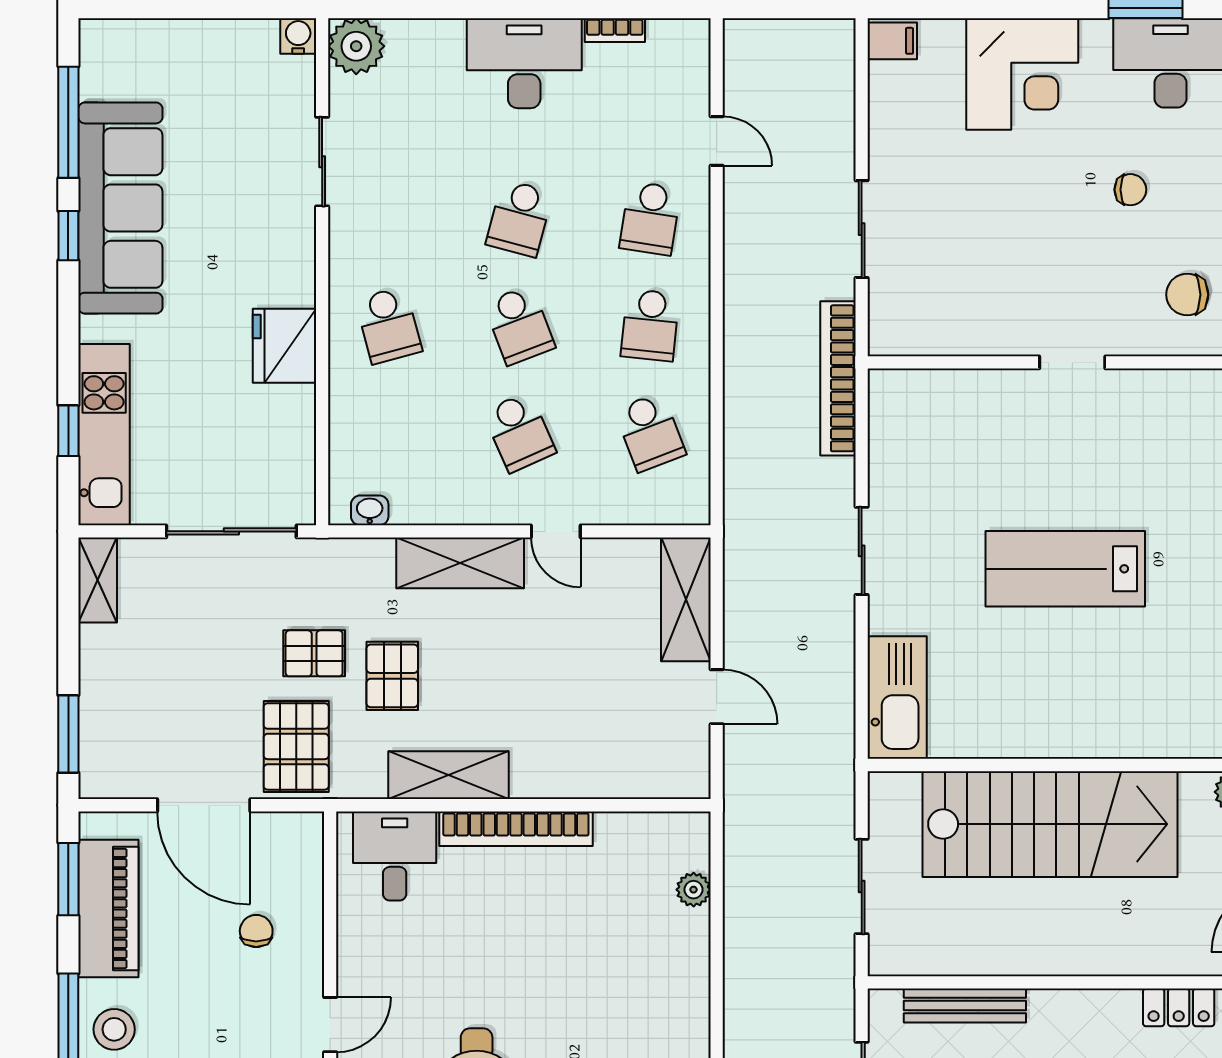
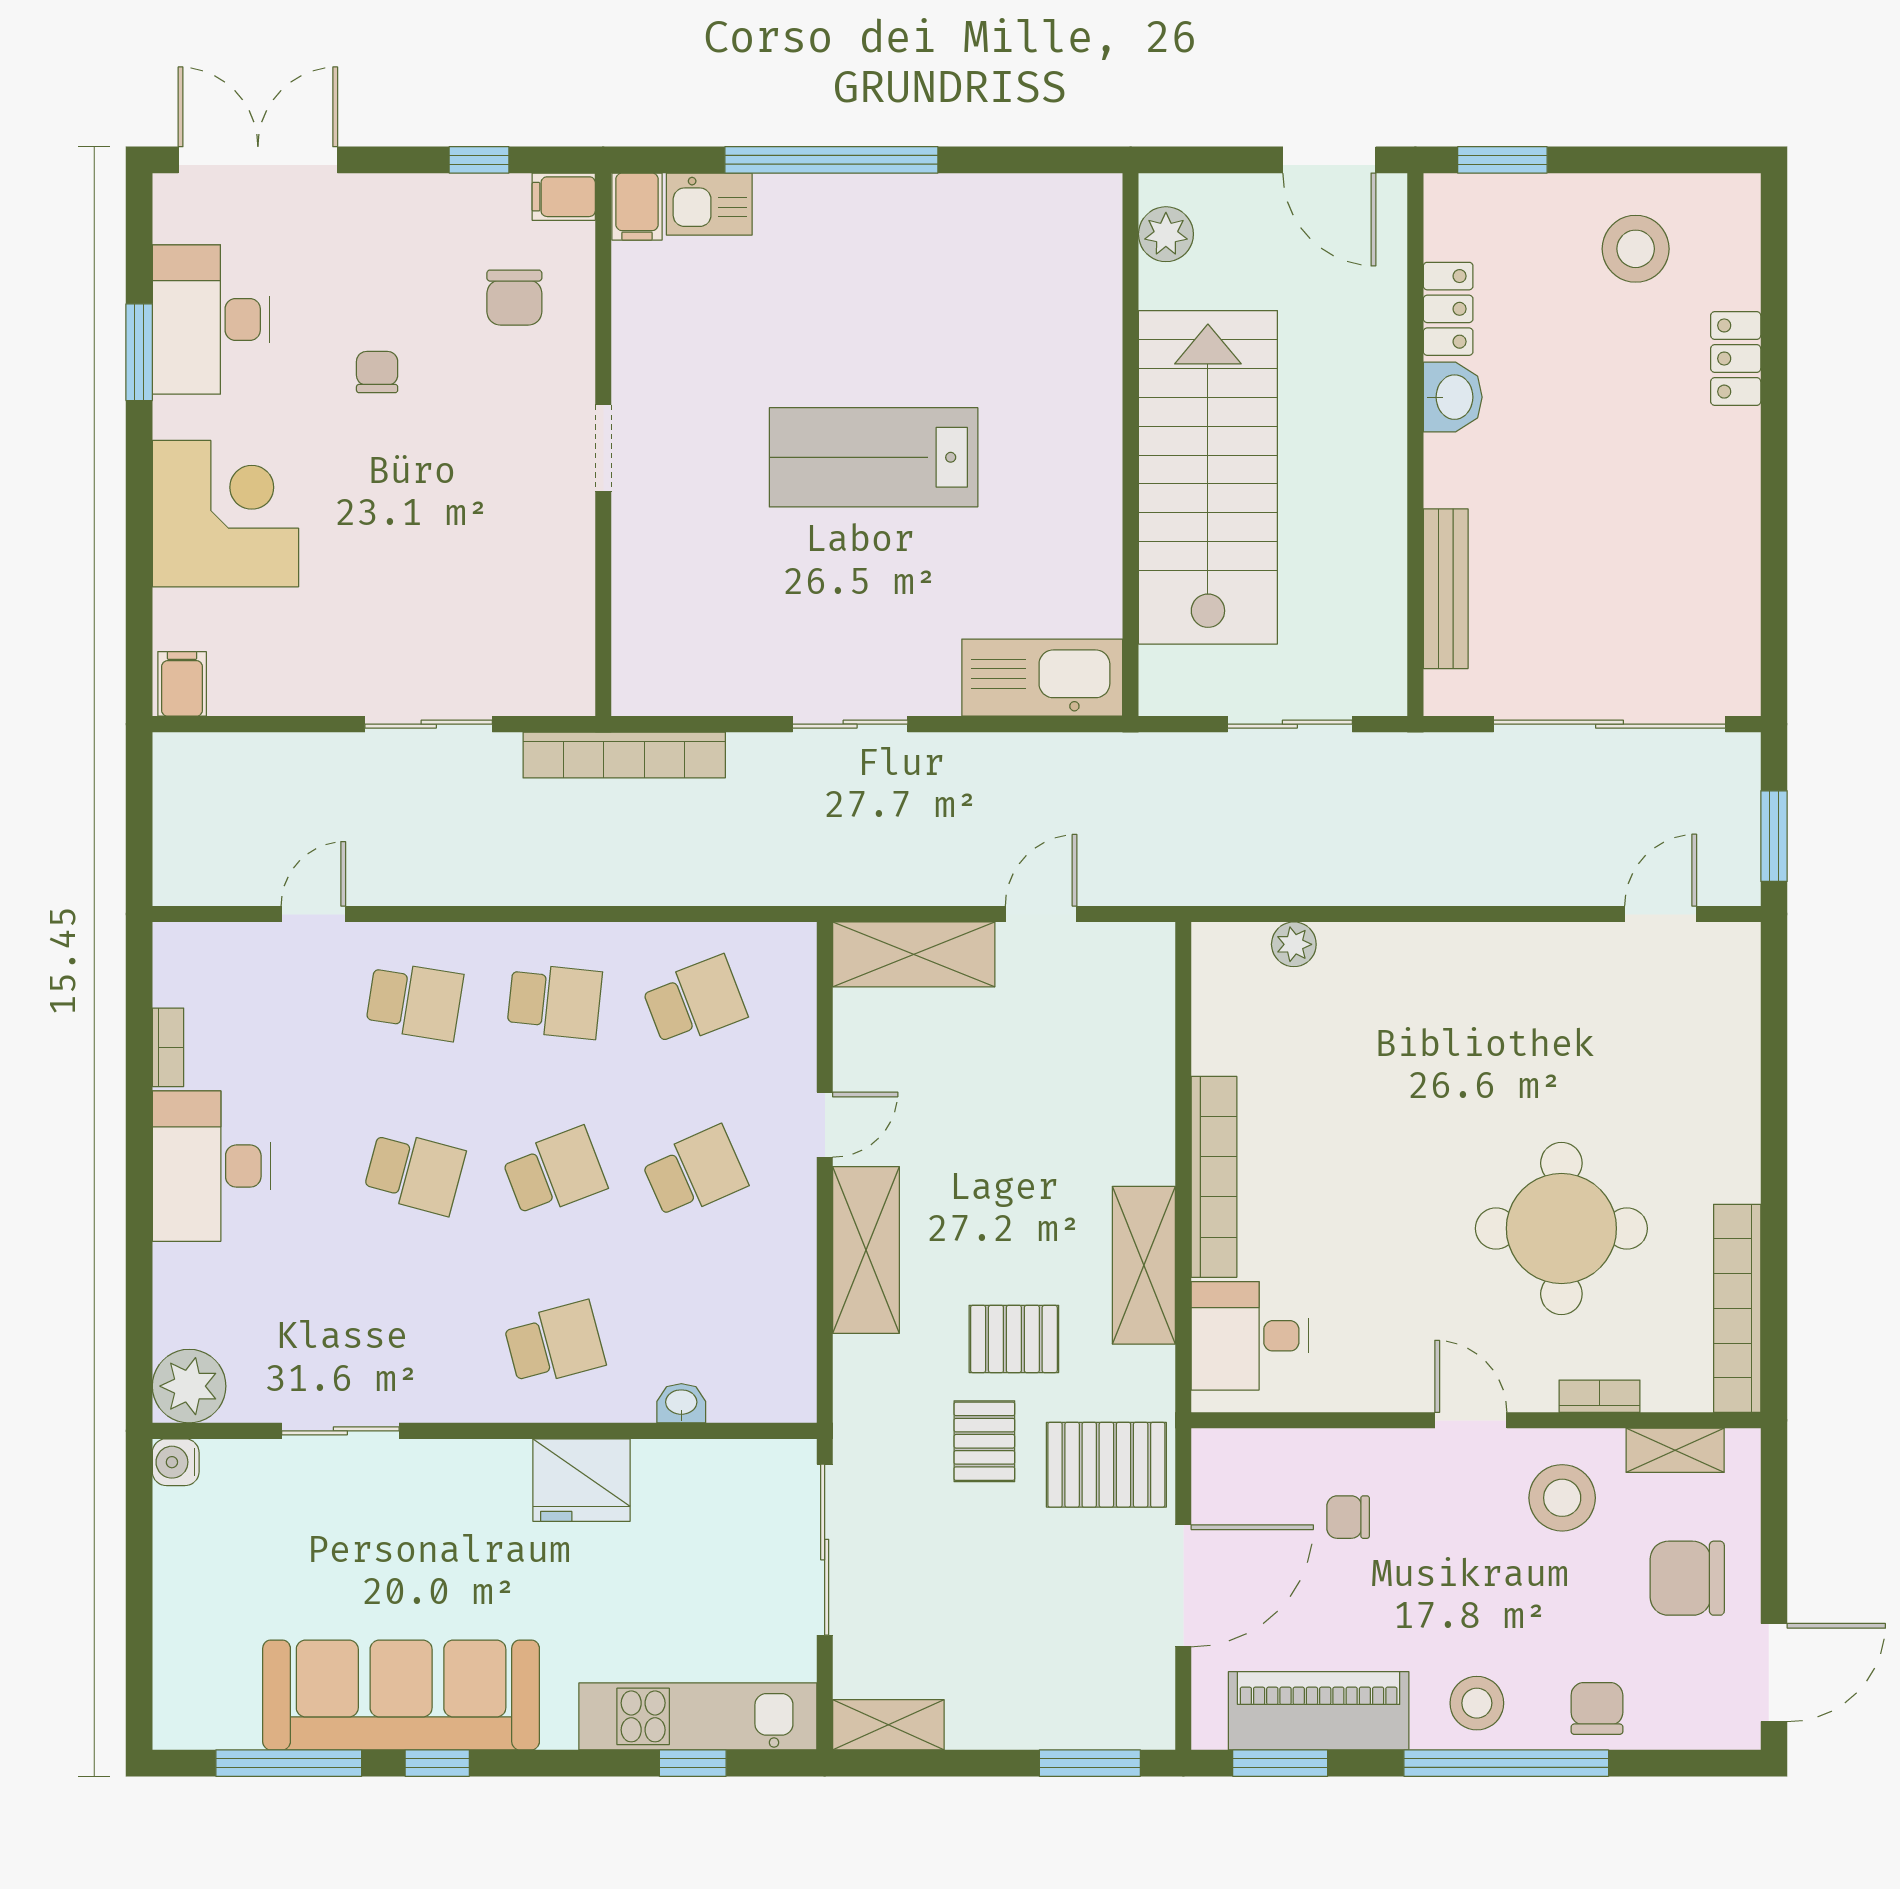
washbasin: (370, 510) -> (681, 1403), moved, turned 90
lab bench: (1065, 569) -> (874, 457), turned 90
washbasin: (1111, 1011) -> (1453, 397), added

